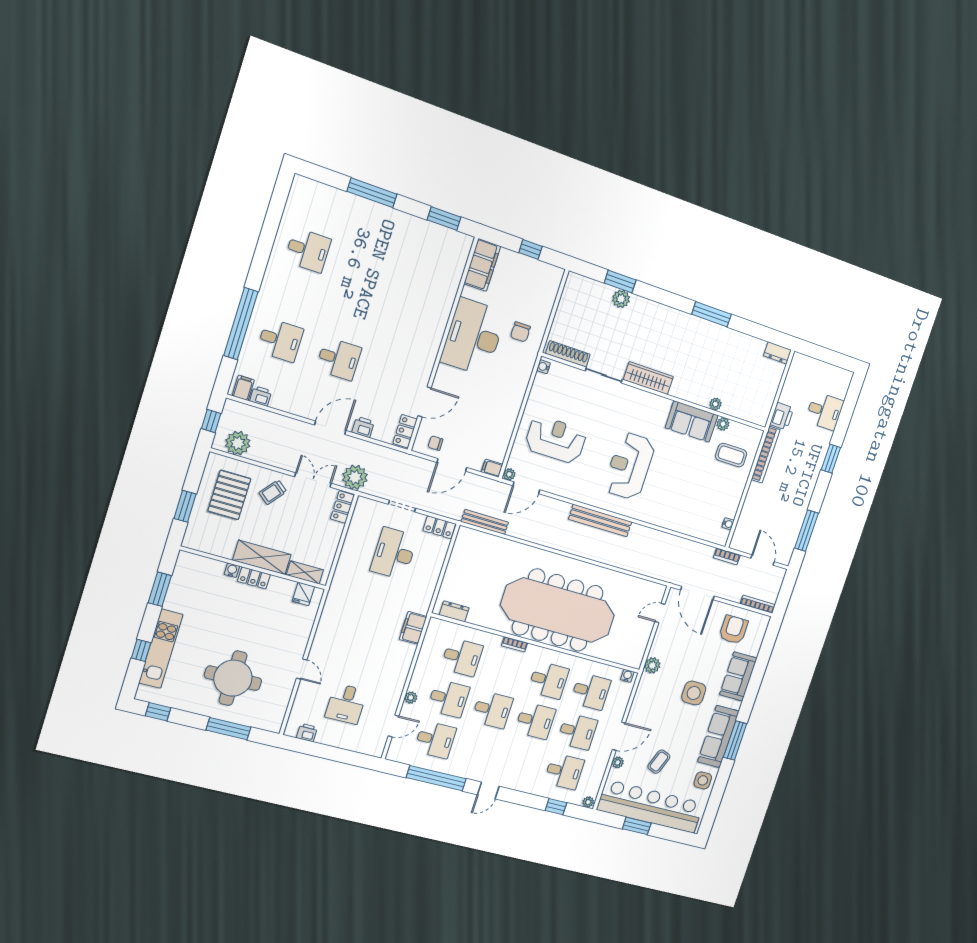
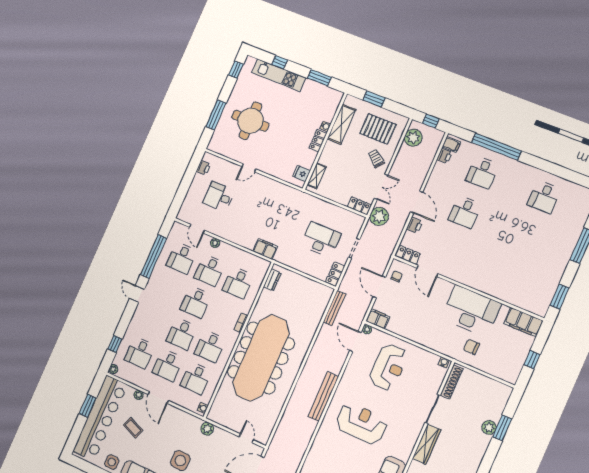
filing cabinet: (492, 468) -> (378, 319), width x2.00
shelving: (262, 557) -> (342, 124), moved

